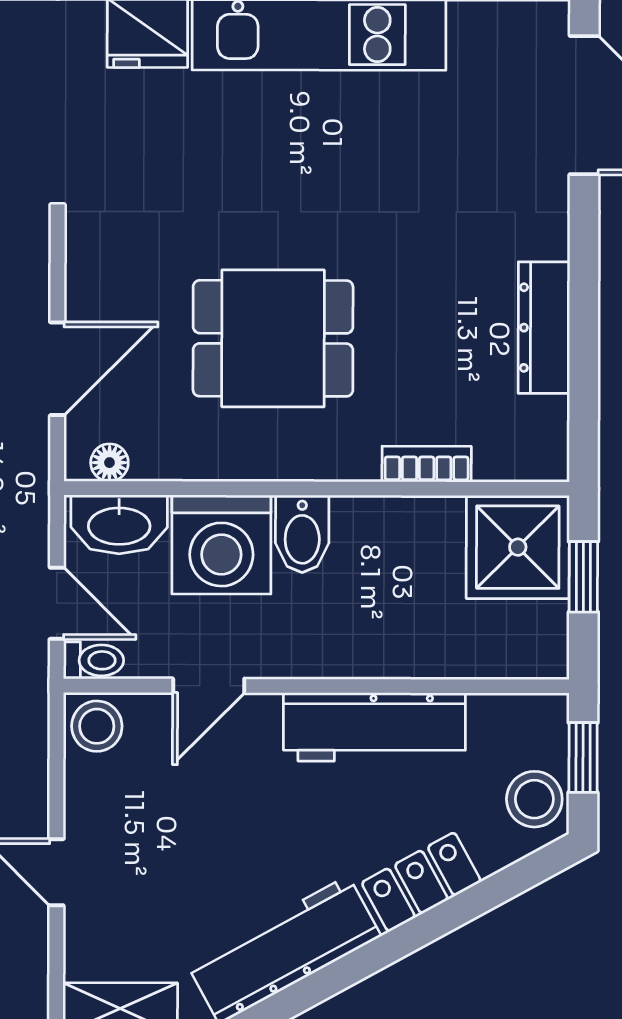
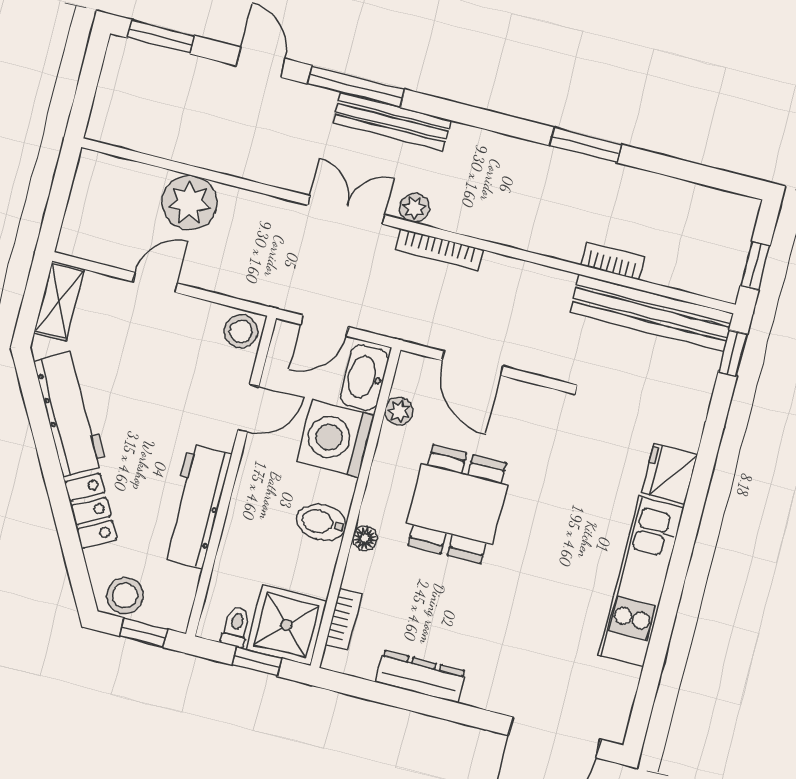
plant: (156, 460) -> (399, 411), added
floor lamp: (109, 463) -> (365, 538), moved
bookcase: (427, 464) -> (344, 619), moved
bidet: (302, 534) -> (321, 522), moved
toilet: (94, 660) -> (236, 627), moved, turned 180
door: (209, 686) -> (248, 408), swing flipped

